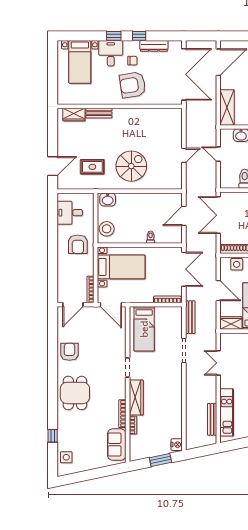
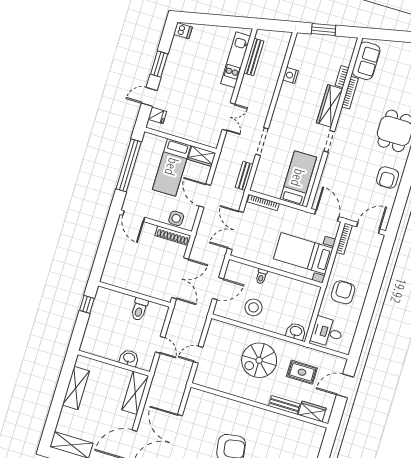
wall: (120, 106) -> (259, 405), moved
bench: (99, 113) -> (284, 405), moved
wardrobe: (74, 115) -> (312, 412), moved
desk: (70, 213) -> (327, 332), moved, turned 180
stool: (107, 229) -> (253, 307), moved
bench: (190, 317) -> (244, 176), width x0.73
nightstand: (177, 445) -> (290, 75), moved

